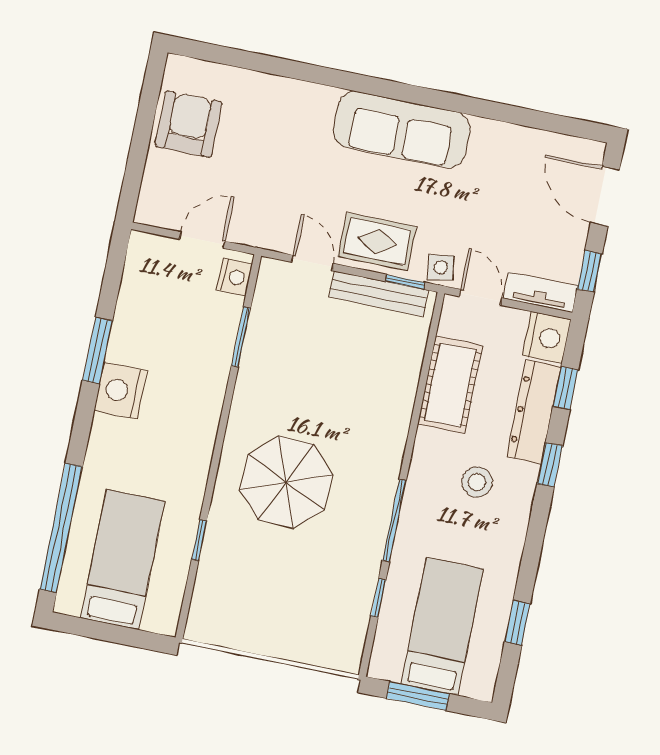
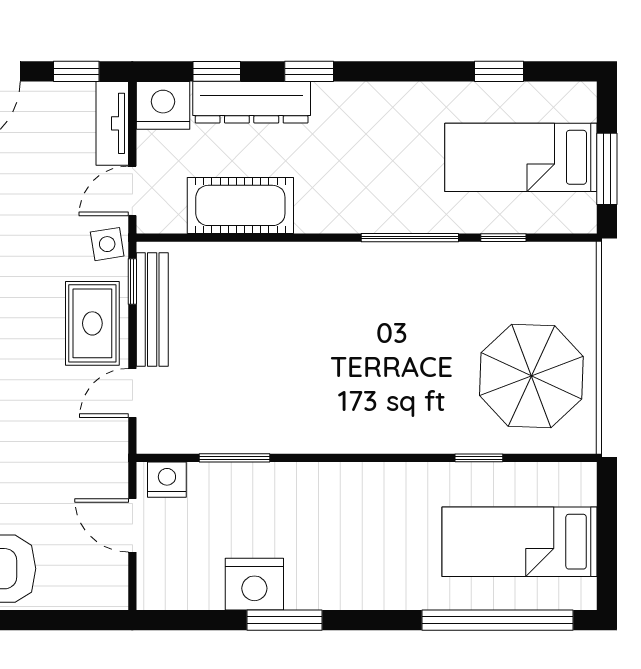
nightstand: (120, 391) -> (254, 584), moved
parasol: (286, 482) -> (531, 376), moved
stool: (477, 482) -> (346, 151), removed

